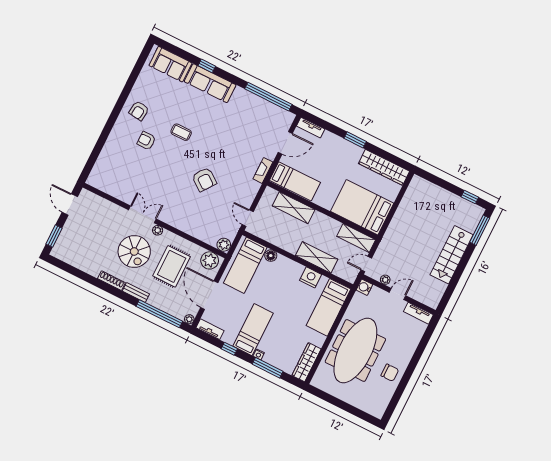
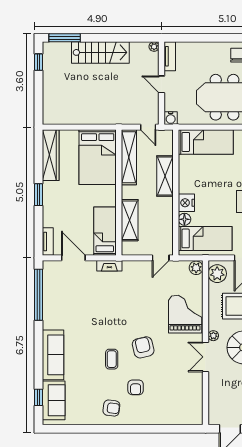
window: (207, 66) -> (39, 397), moved
armchair: (204, 179) -> (143, 347), moved, turned -50
grand piano: (188, 215) -> (185, 314), added
shelving: (356, 238) -> (129, 157), width x1.47
nightstand: (311, 277) -> (186, 203), moved
plant: (385, 280) -> (154, 47), moved

